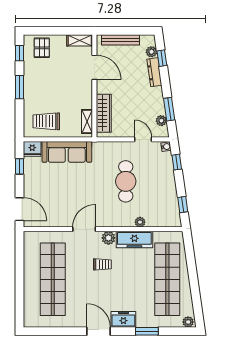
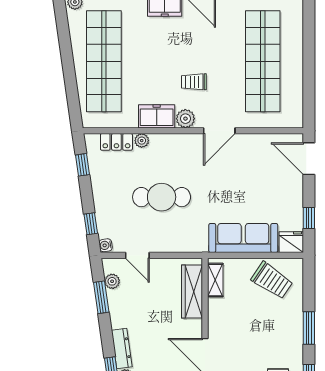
trolley: (46, 121) -> (272, 280), turned 34
cafe table: (126, 181) -> (162, 197), turned 90
locker: (158, 221) -> (116, 142), added
freezer: (134, 240) -> (157, 116), width x0.71

